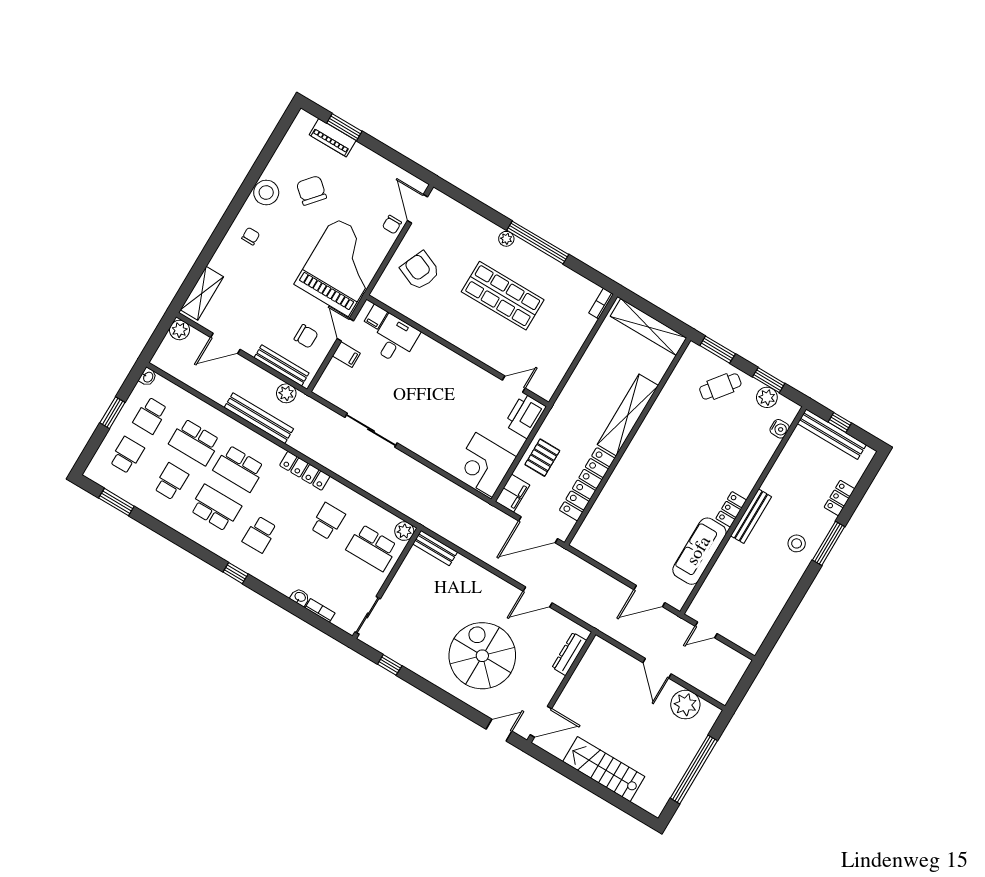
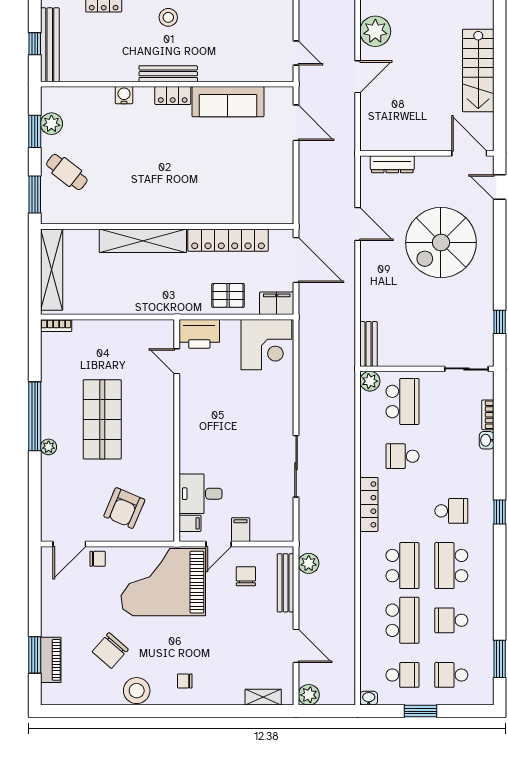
shelving: (202, 293) -> (263, 697), width x0.67, depth x0.75
bench: (259, 418) -> (346, 575), removed
water cooler: (780, 429) -> (124, 95), moved

